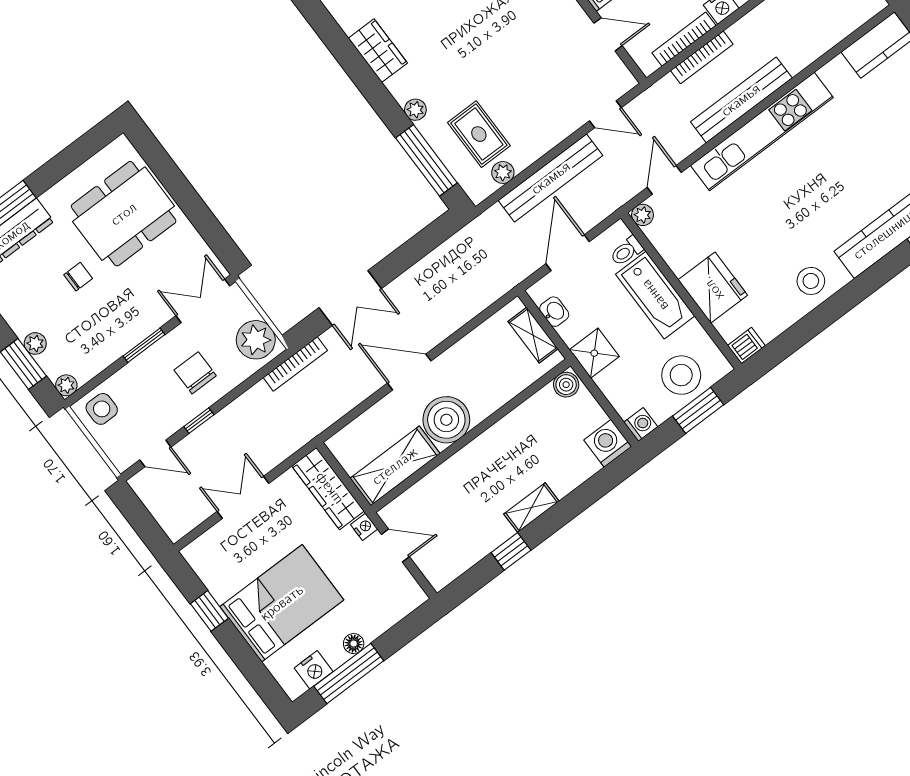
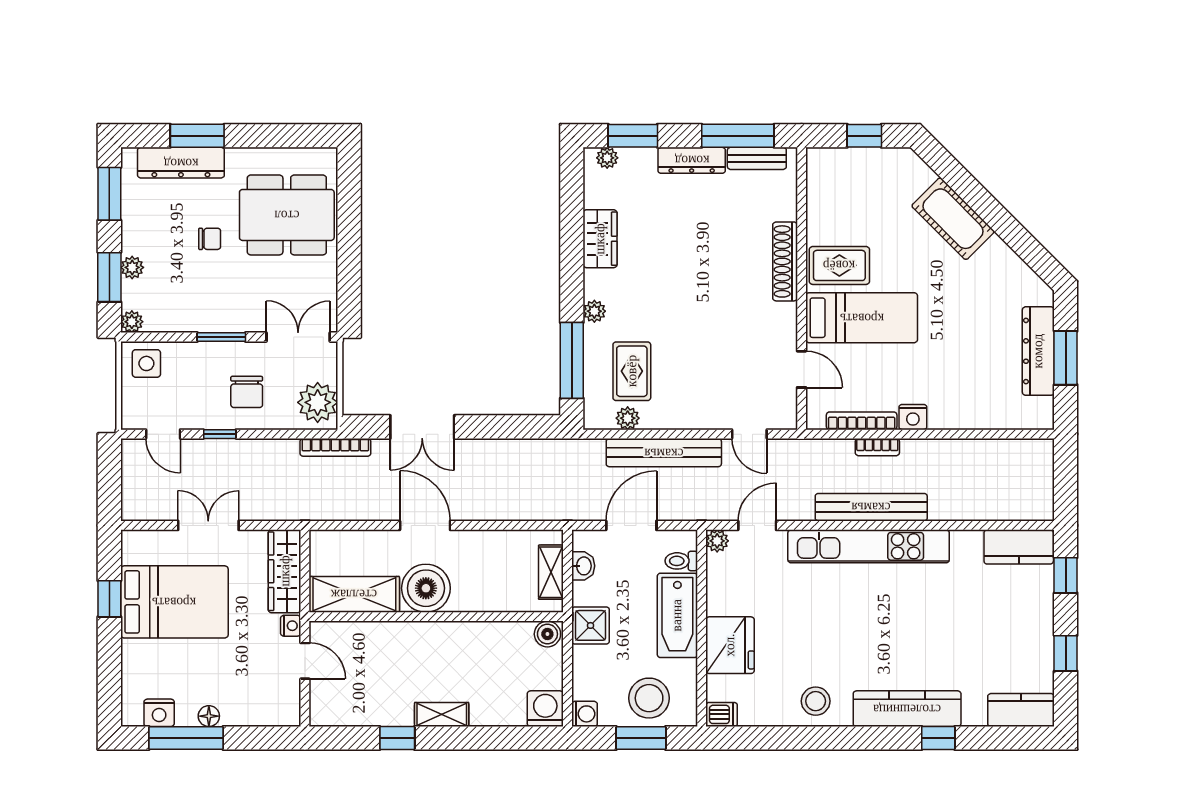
bookcase: (702, 57) -> (877, 447), width x0.64
chair: (195, 373) -> (247, 392), turned 180
bed: (282, 603) -> (174, 602), moved

